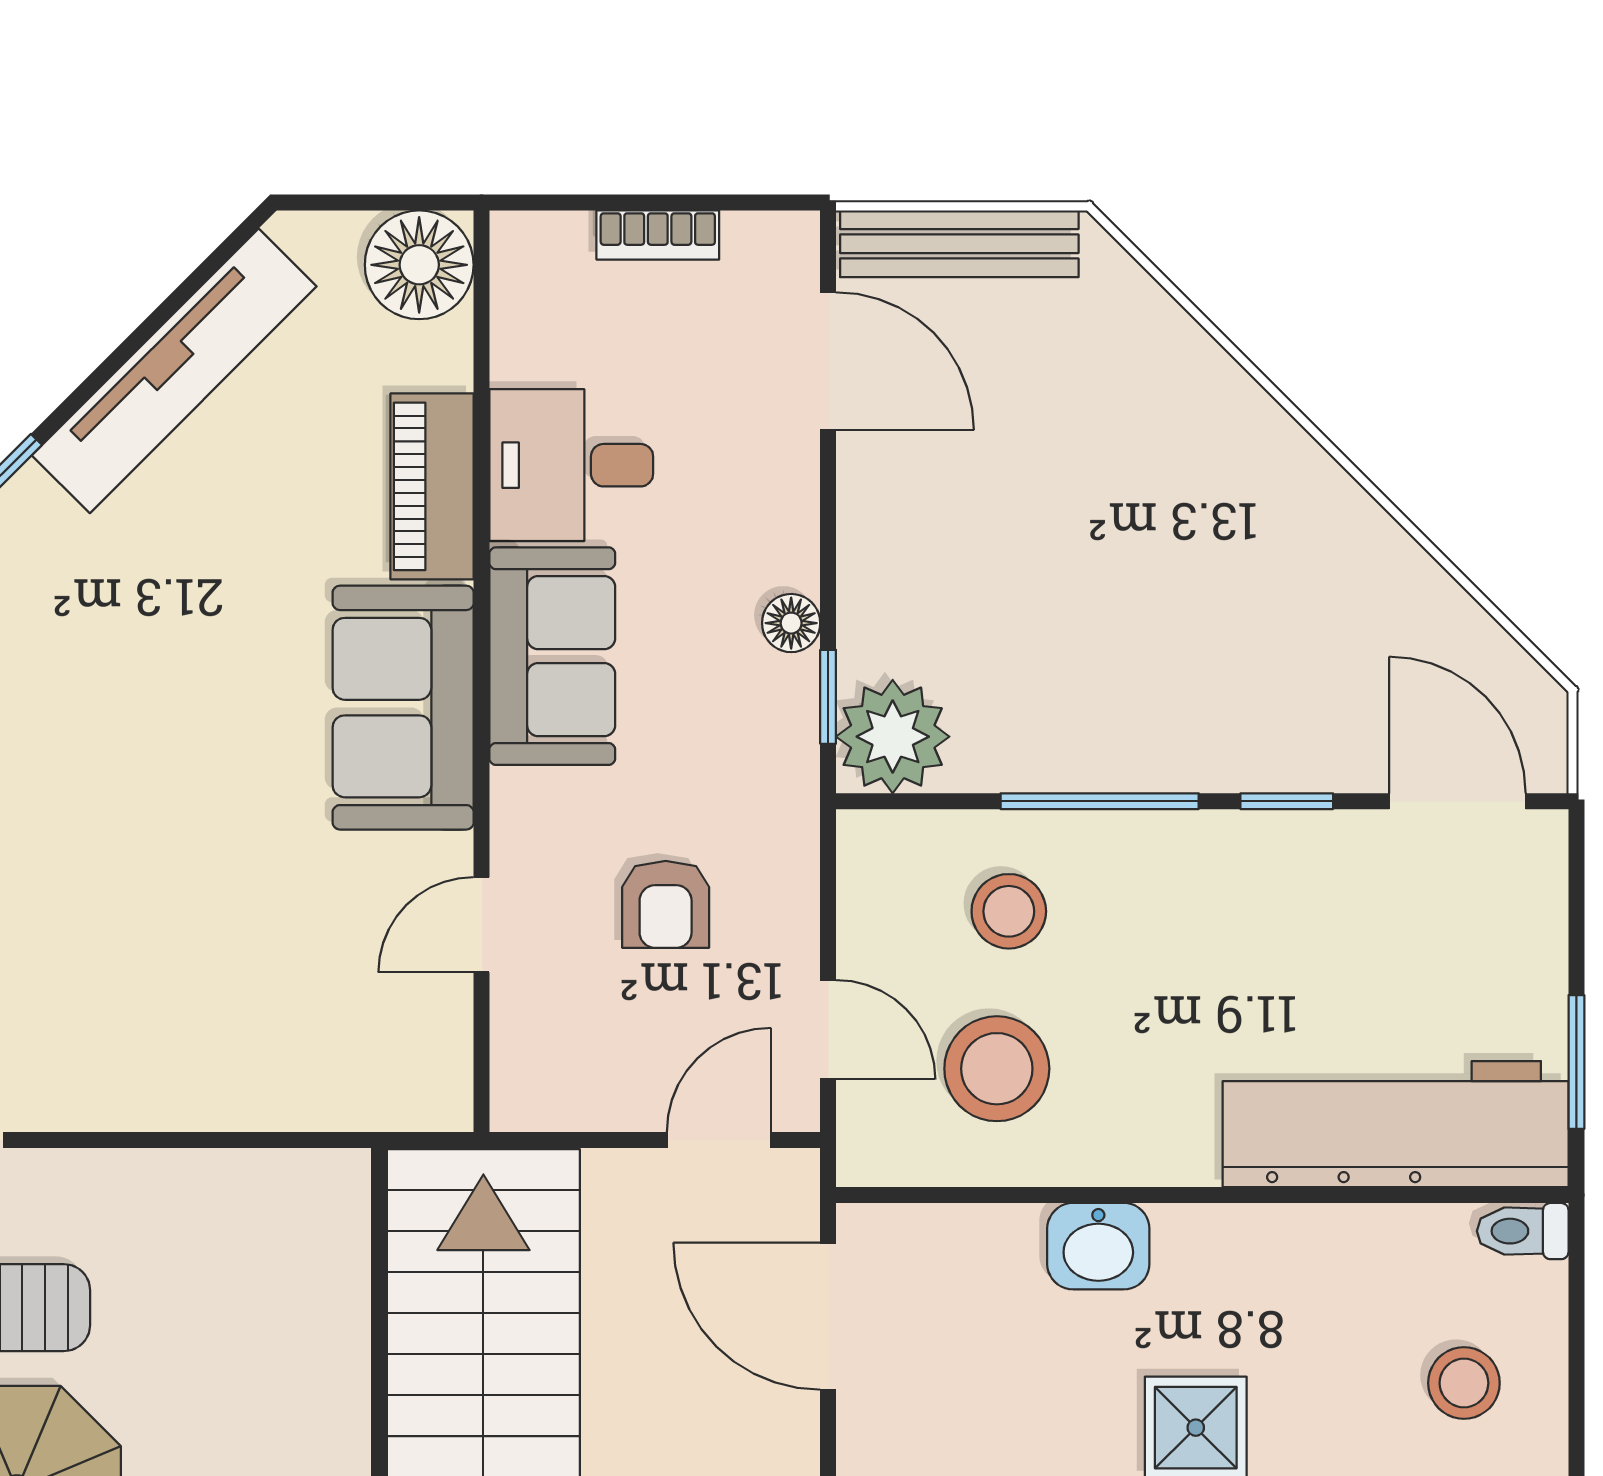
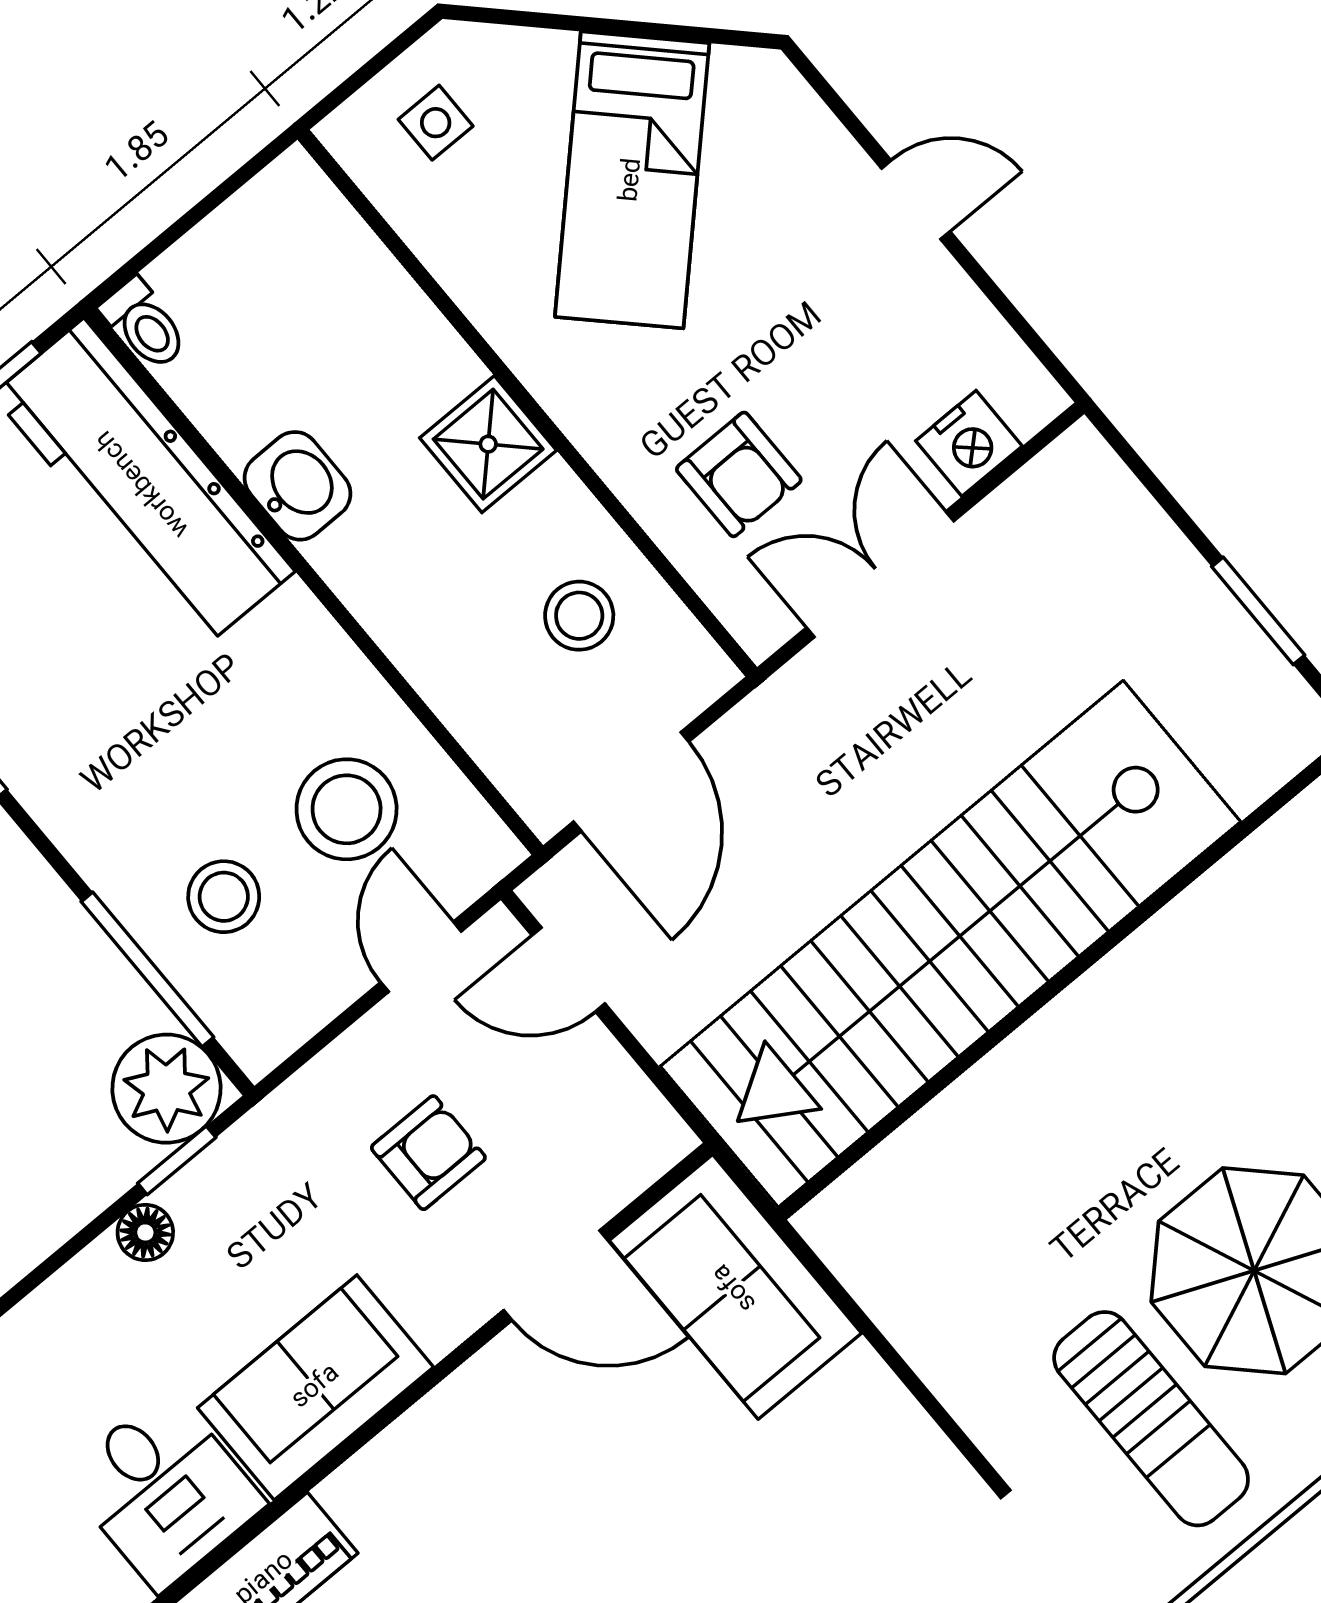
sofa: (403, 708) -> (735, 1287), moved, turned 90
window: (1100, 801) -> (147, 969), moved
door: (482, 925) -> (556, 1275), width x1.38
washbasin: (1098, 1246) -> (298, 486), moved
stool: (1464, 1383) -> (579, 616), moved

